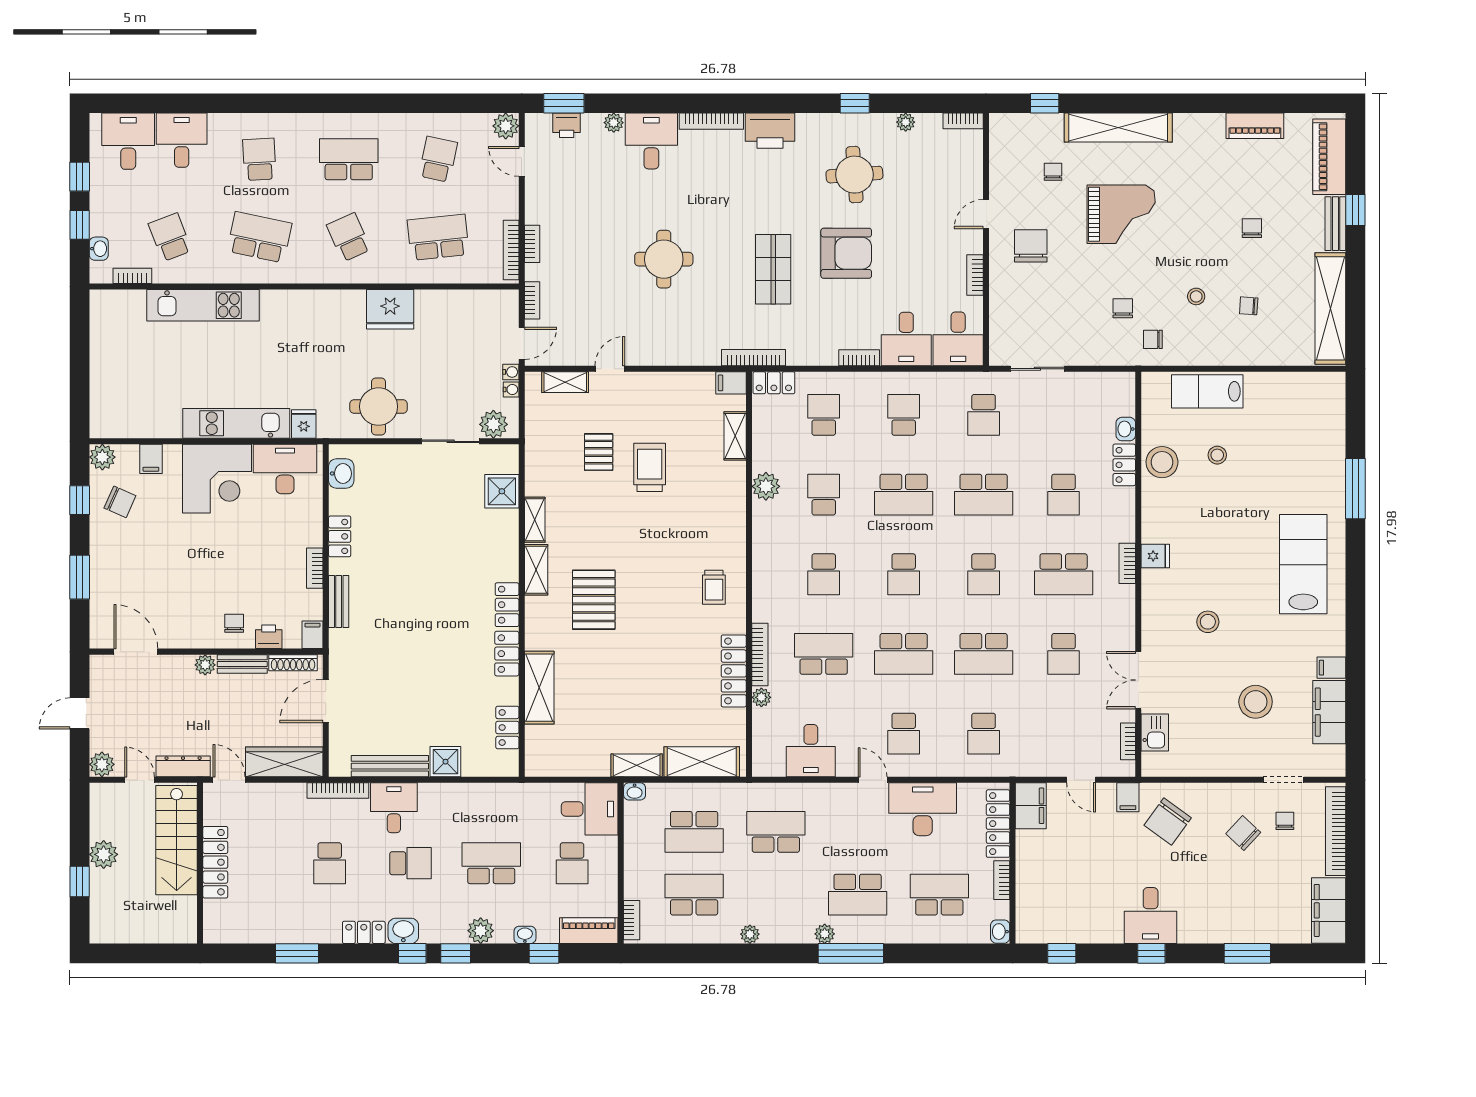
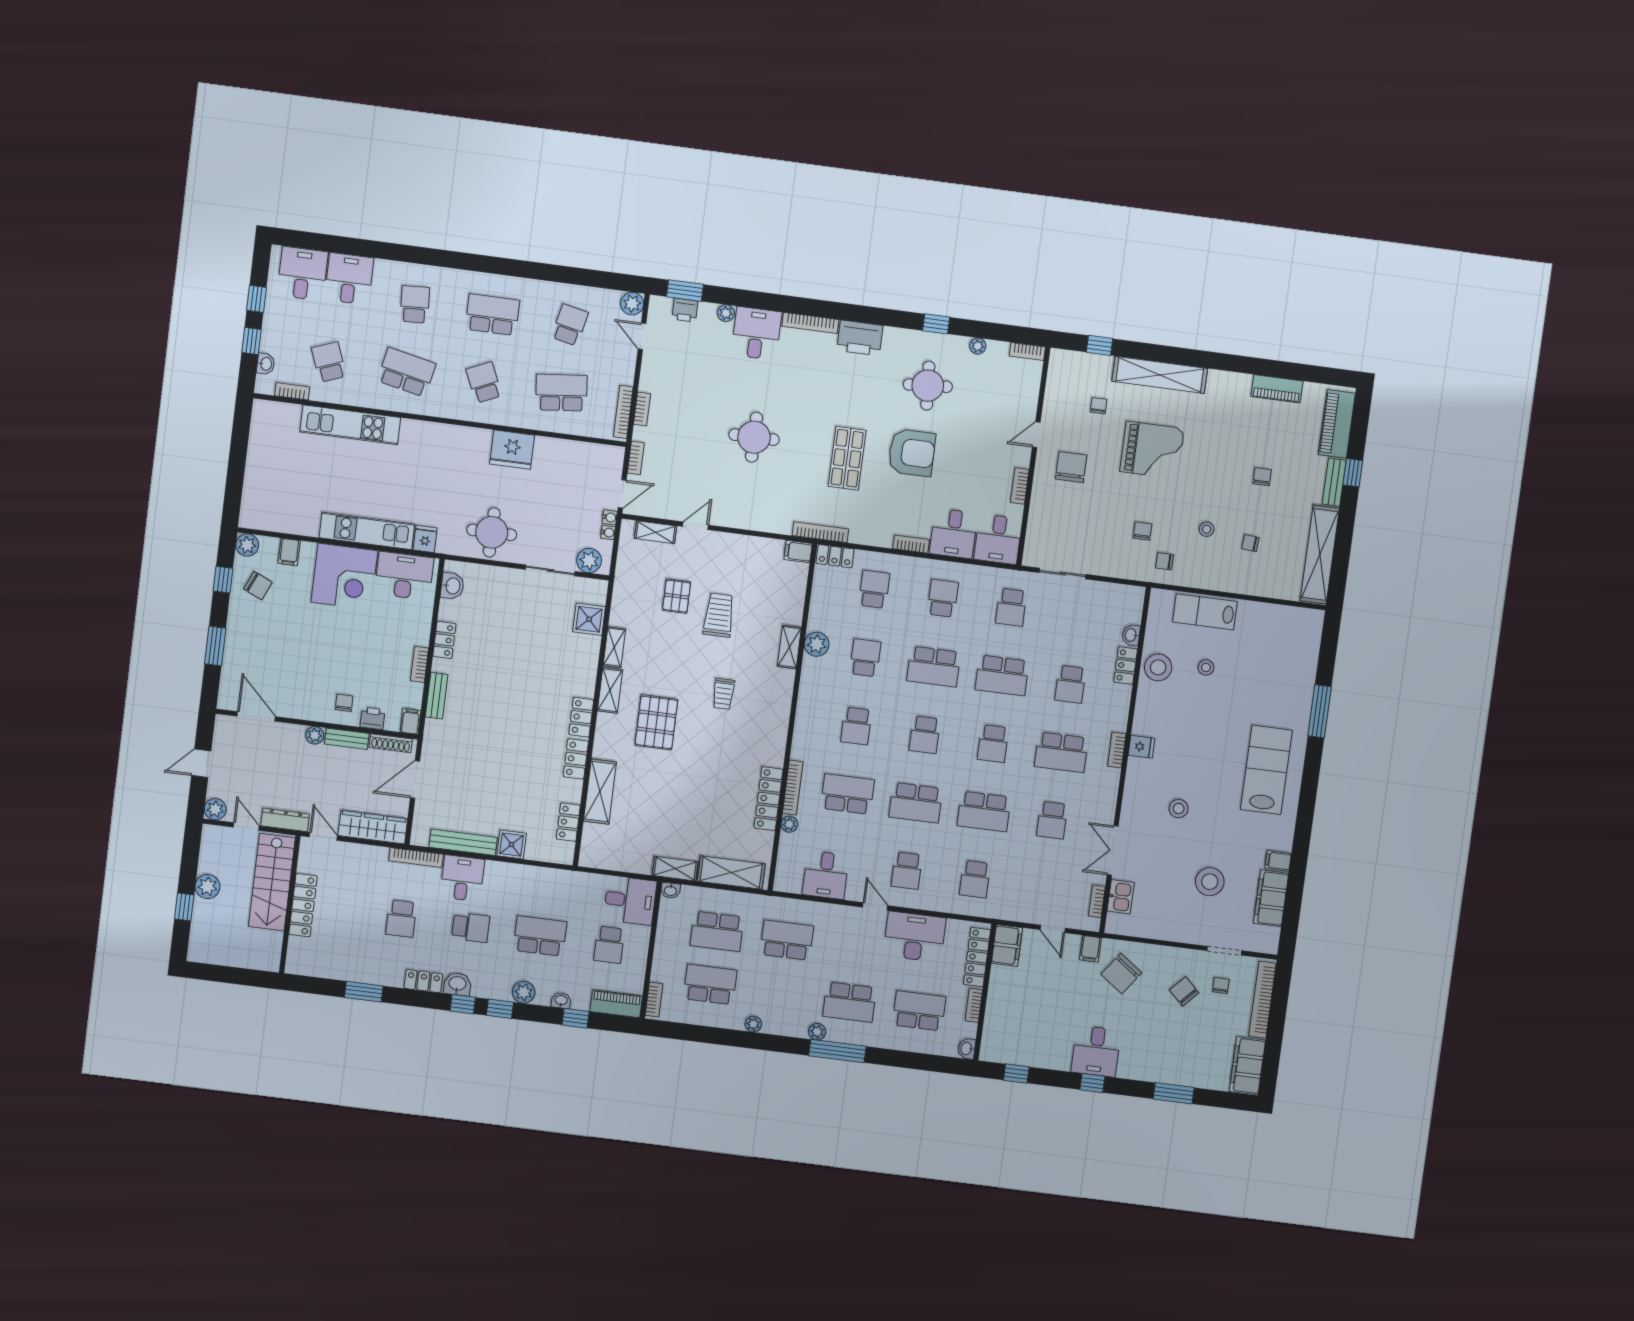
shelving: (735, 436) -> (789, 647), moved
trolley: (714, 587) -> (723, 694), moved

